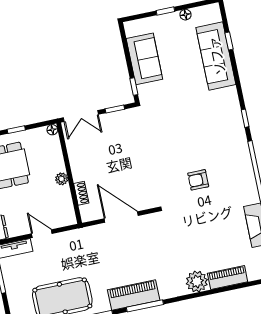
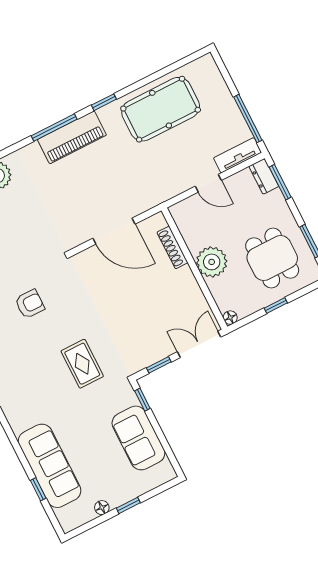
rug: (171, 125) -> (82, 364), added
plant: (62, 179) -> (212, 262), width x1.88, depth x1.88
shoe rack: (81, 193) -> (172, 247), width x1.43

